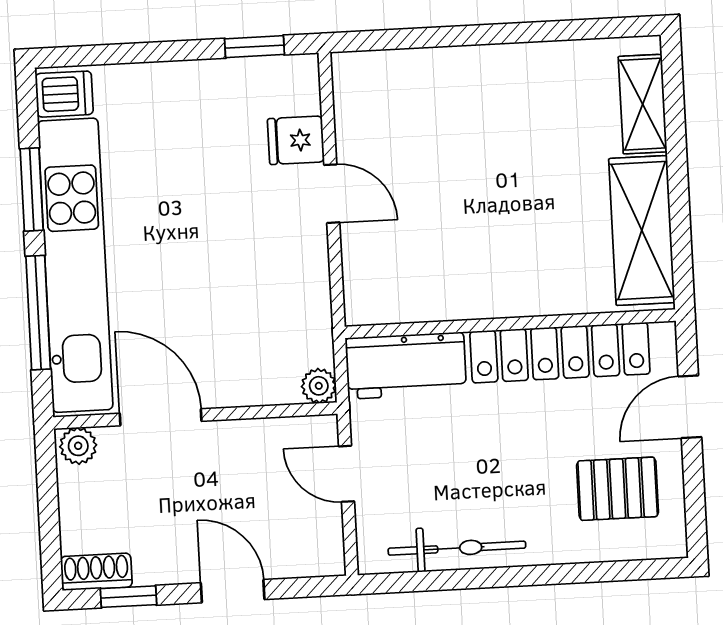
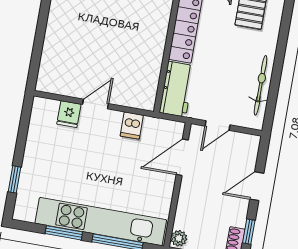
window: (255, 47) -> (14, 179), moved
dishwasher: (64, 94) -> (132, 126), moved, turned 180
plant: (319, 386) -> (177, 129), removed
door: (161, 417) -> (182, 157), moved

